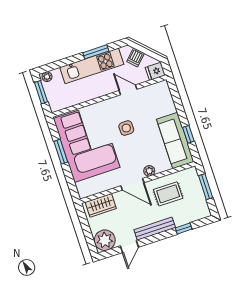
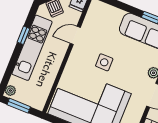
window: (96, 52) -> (24, 35), width x0.67

